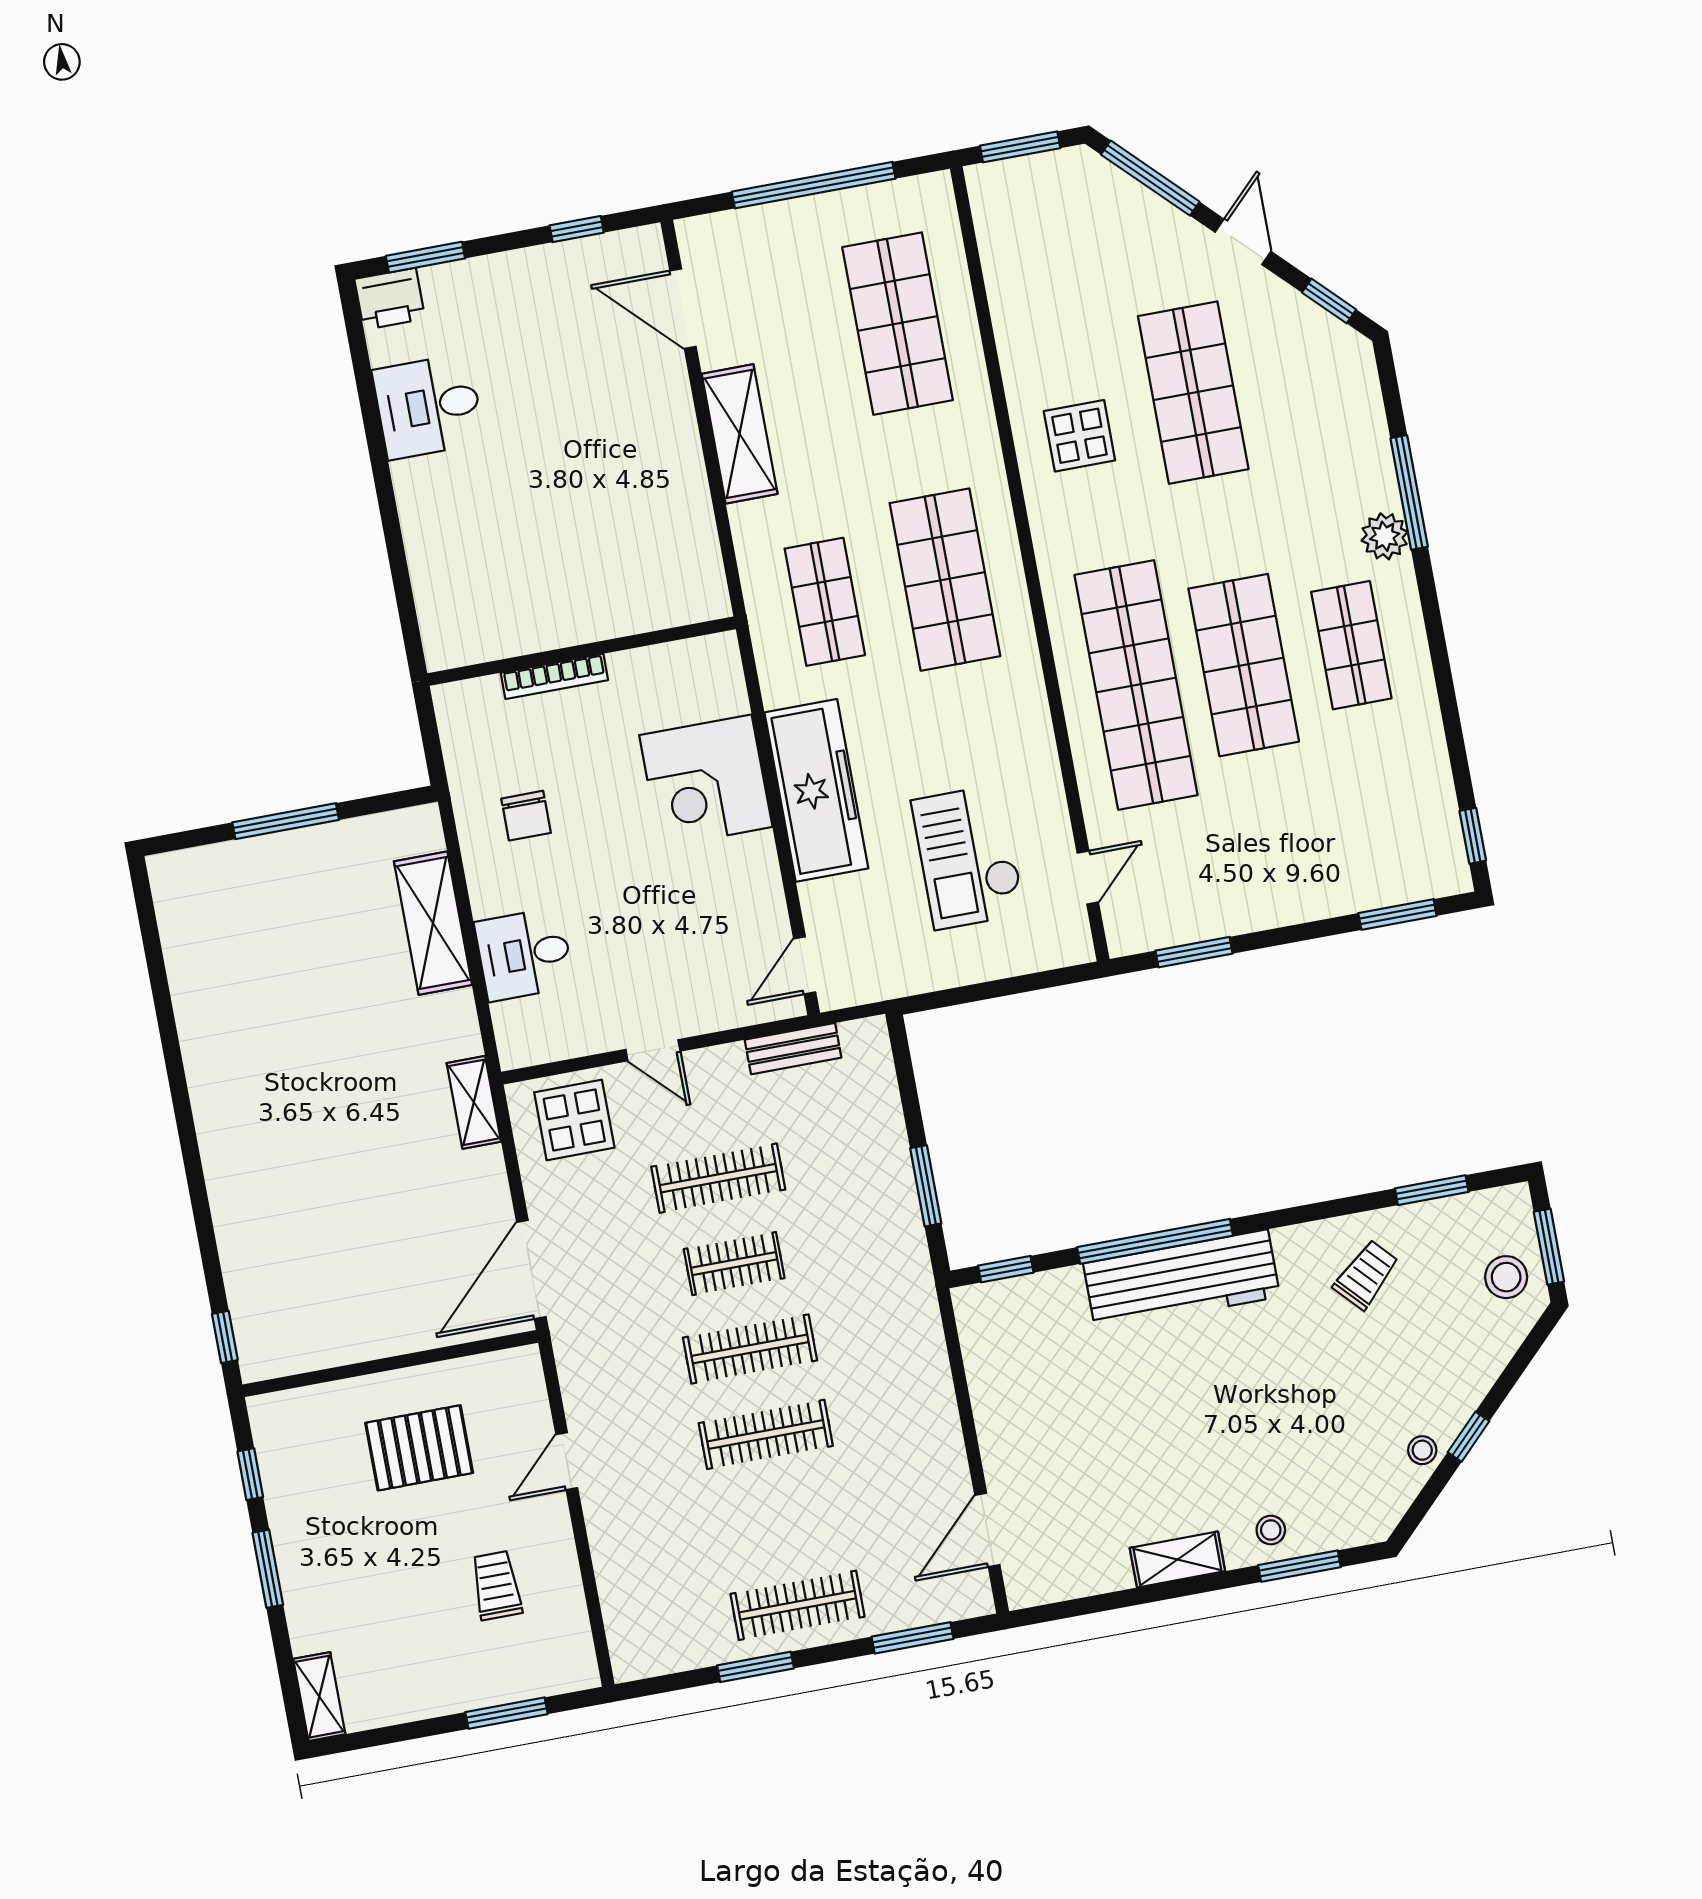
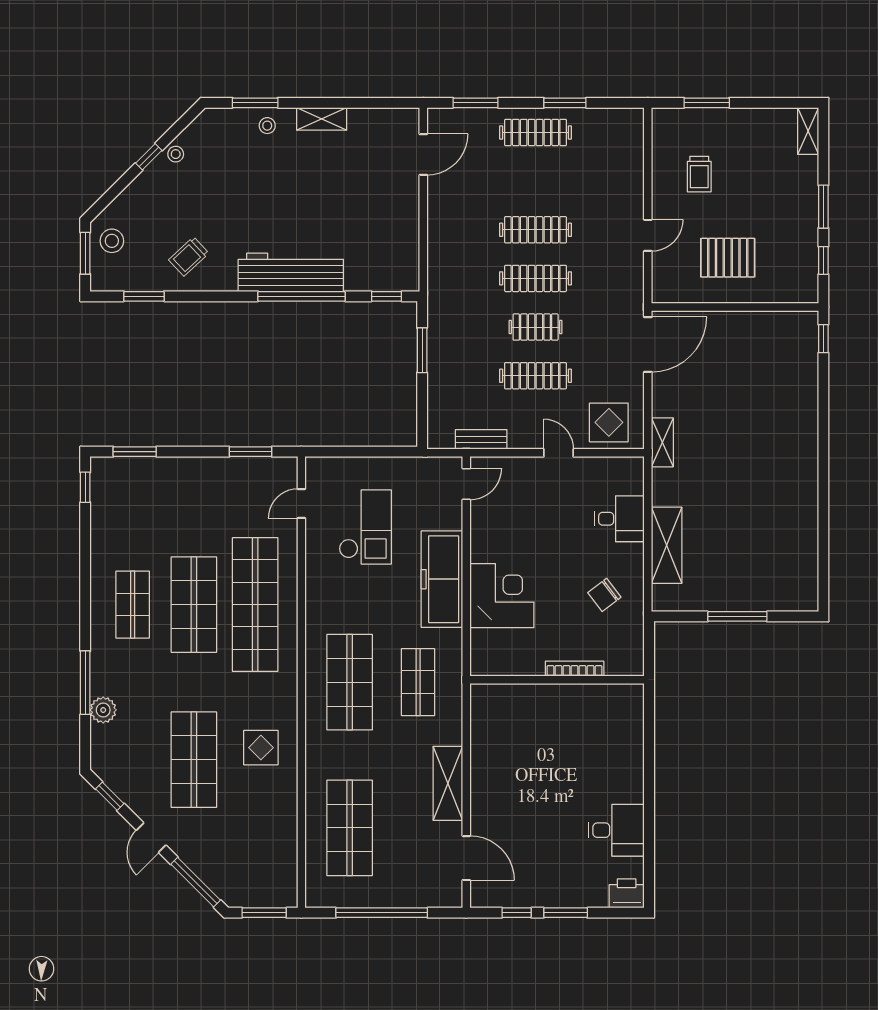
window: (425, 257) -> (566, 913), moved
plant: (1385, 536) -> (103, 710), moved
chair: (526, 816) -> (604, 595), turned -127

